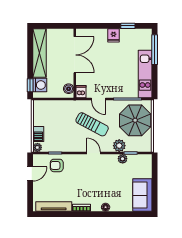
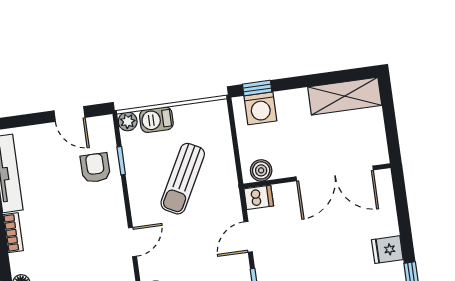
shelving: (40, 53) -> (345, 96), width x0.68
sun lounger: (92, 124) -> (183, 179), moved

